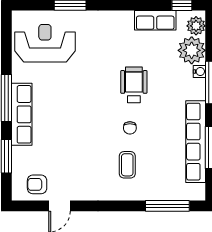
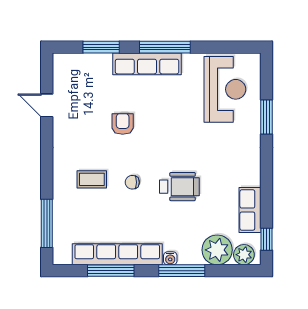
water cooler: (199, 71) -> (170, 258), moved
armchair: (37, 184) -> (123, 124), moved

